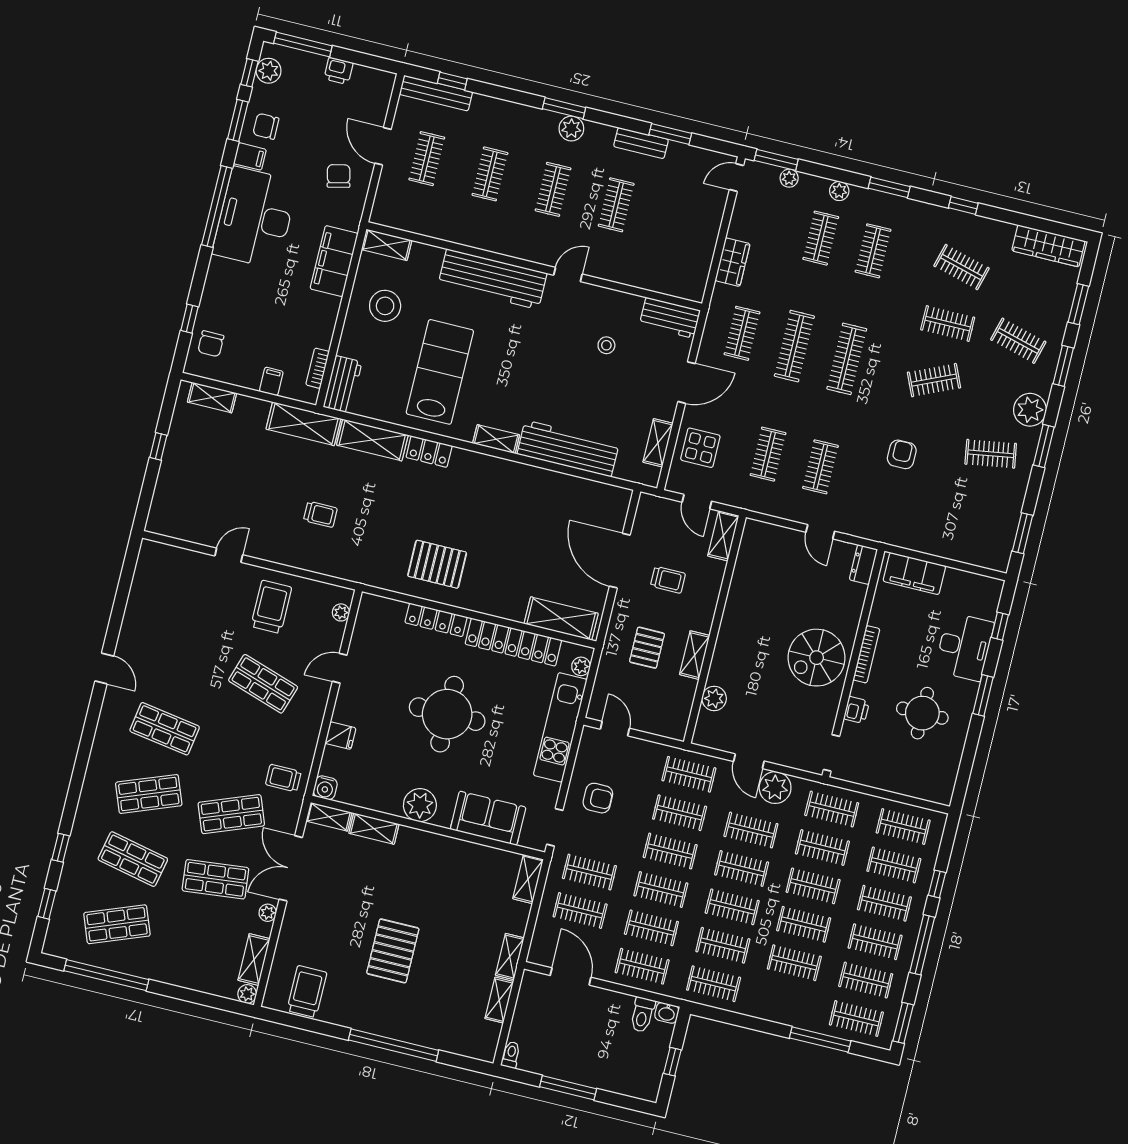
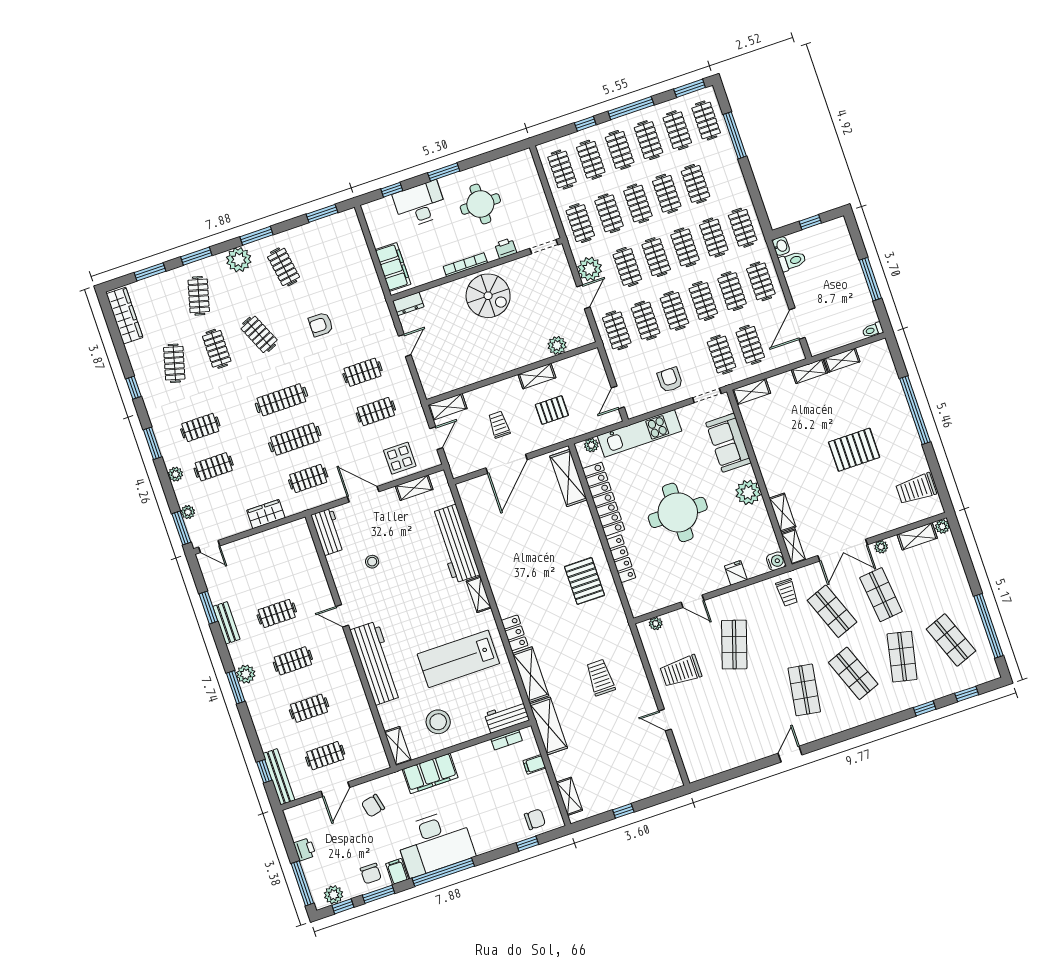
trolley: (320, 514) -> (600, 678), width x1.36, depth x1.39

